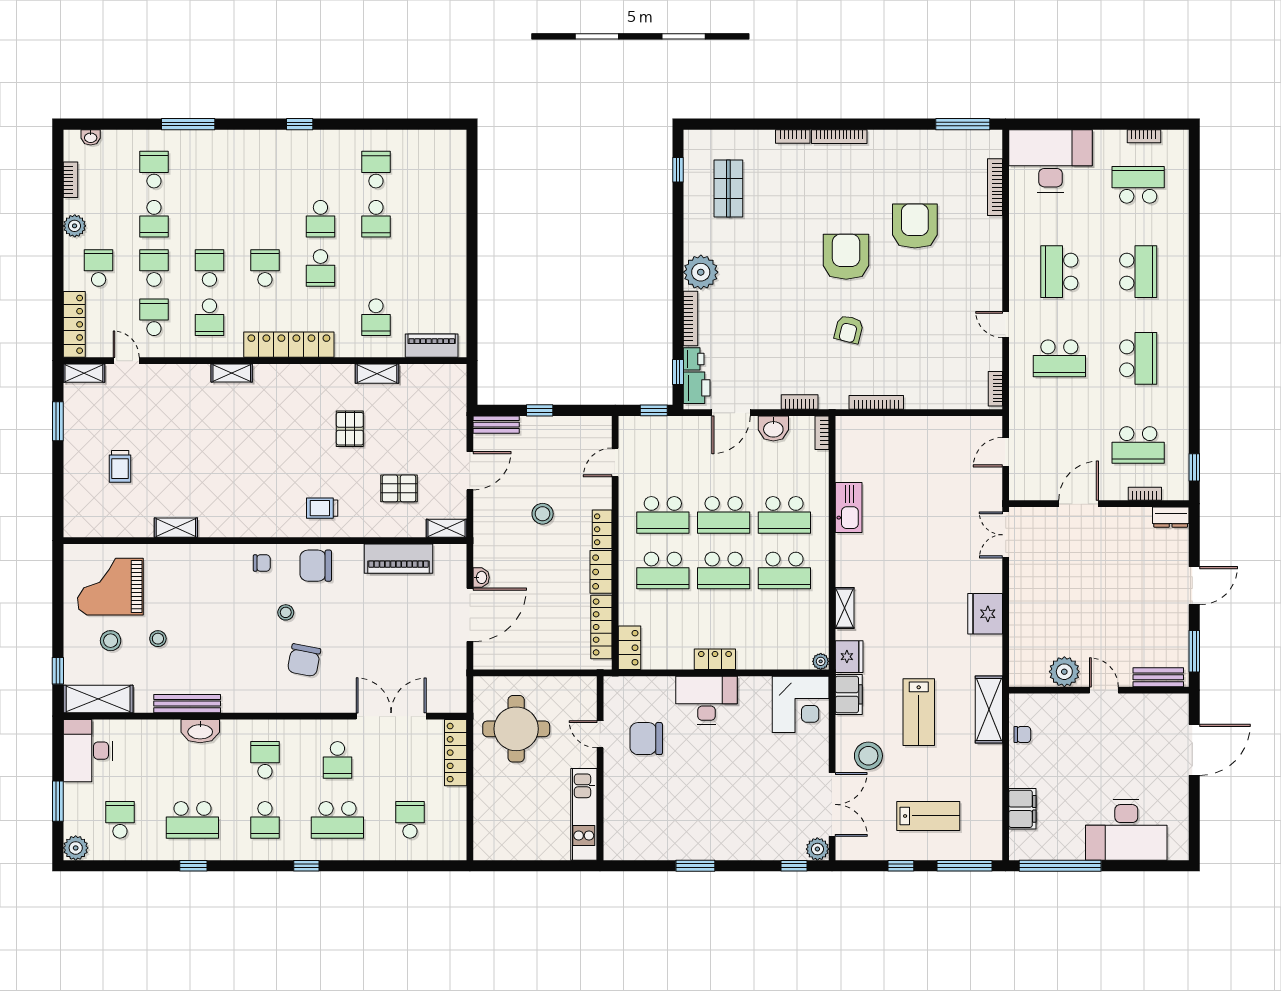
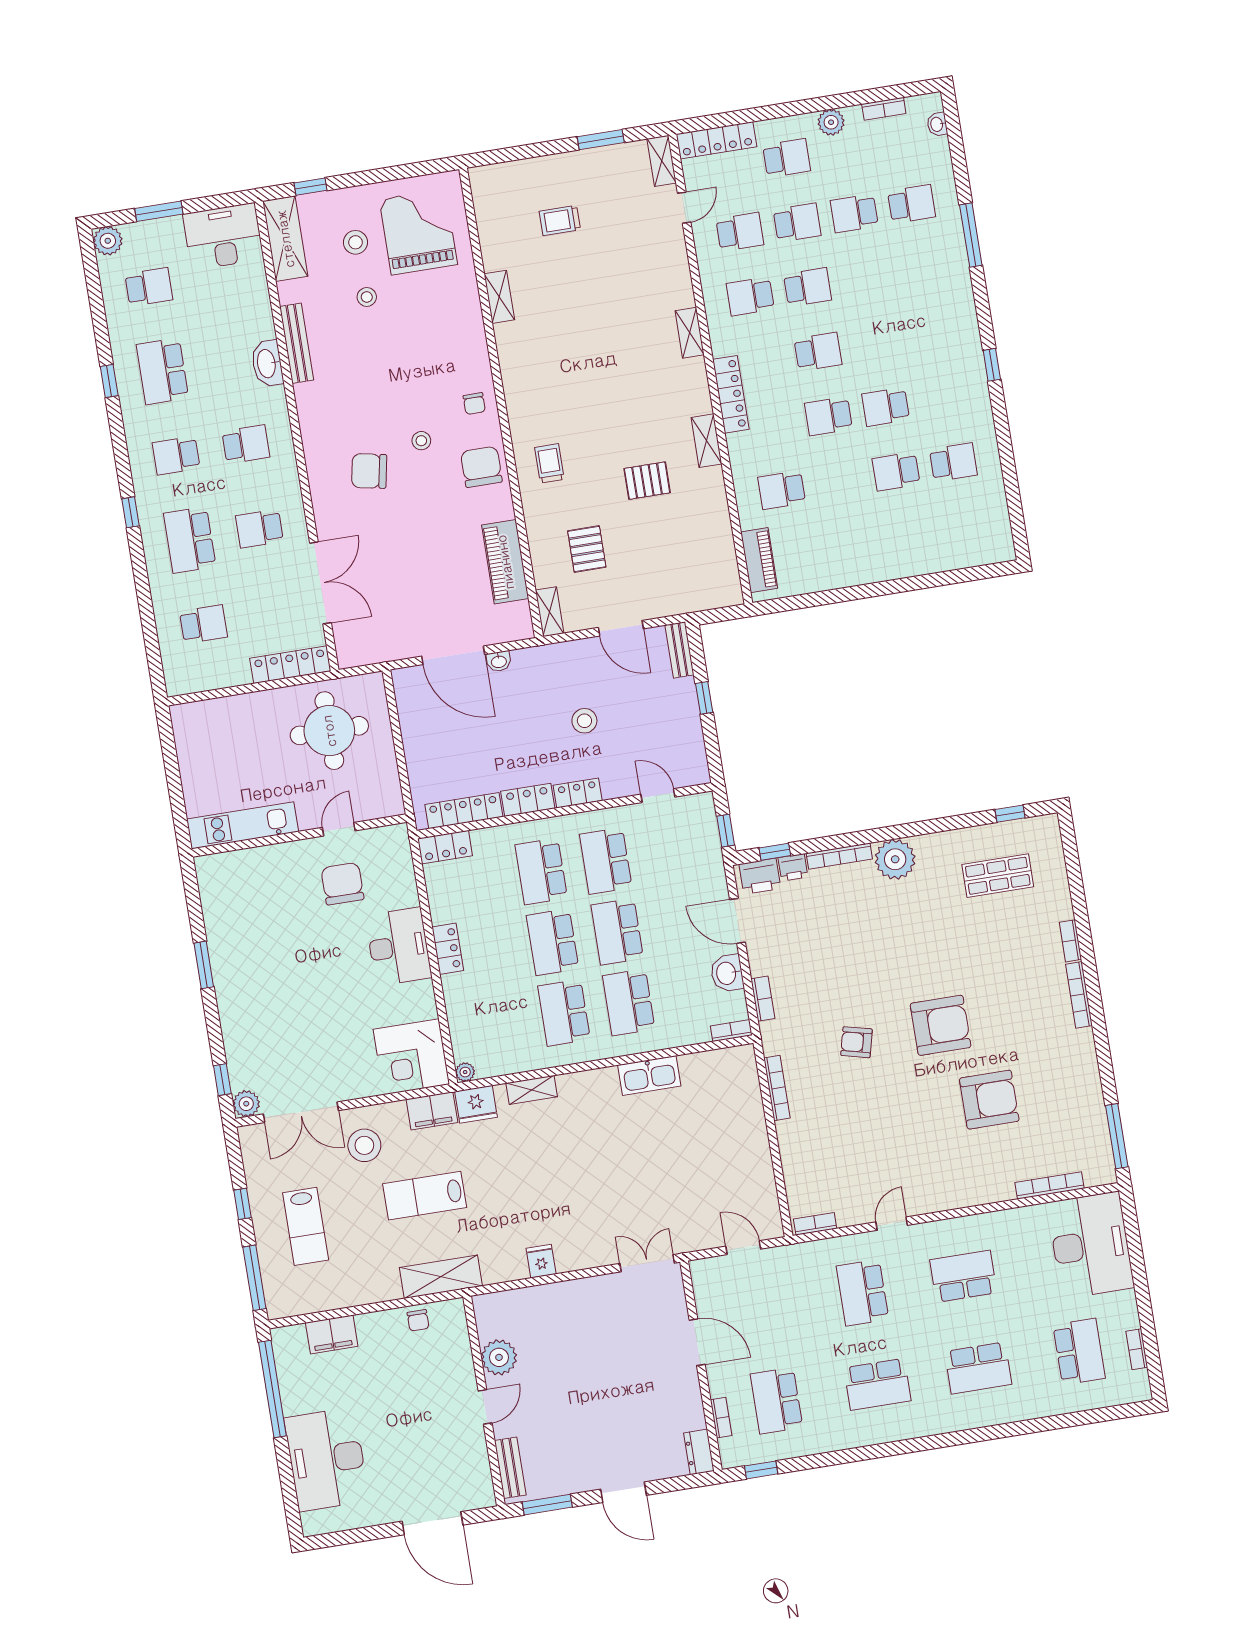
locker: (289, 345) -> (731, 394), width x0.71, depth x0.83
shelving: (377, 374) -> (706, 441), moved
fridge: (985, 614) -> (541, 1261), width x0.53, depth x0.75

